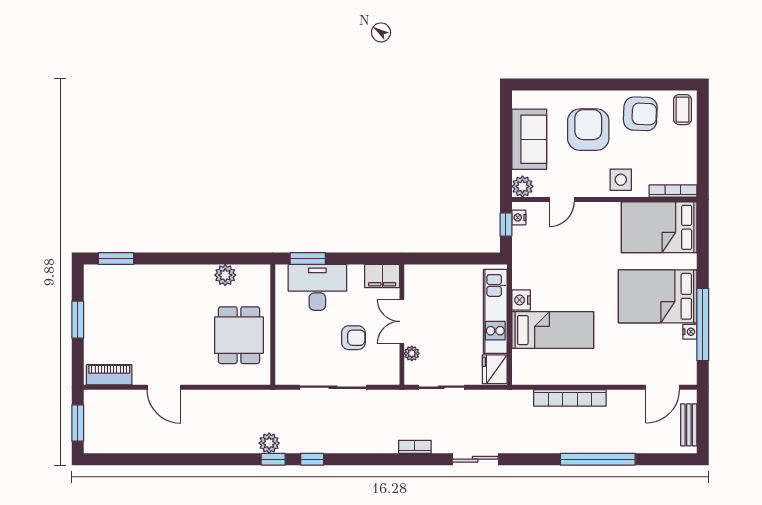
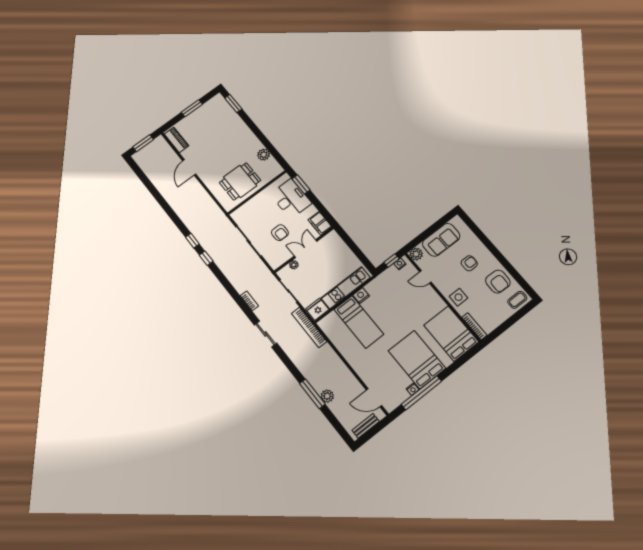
armchair: (588, 130) -> (469, 263), width x0.53, depth x0.53
bookcase: (570, 398) -> (309, 327), moved
plant: (269, 443) -> (327, 396), moved
window: (598, 459) -> (312, 394), width x0.68

